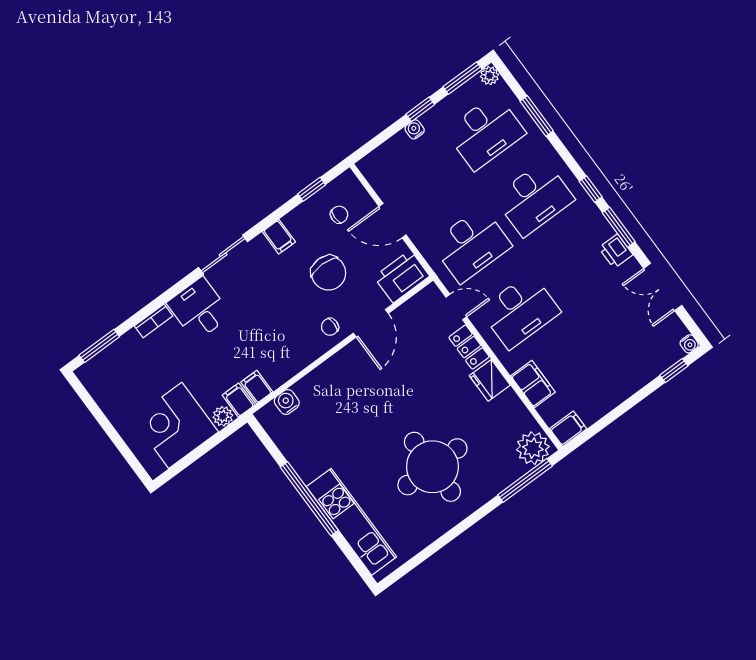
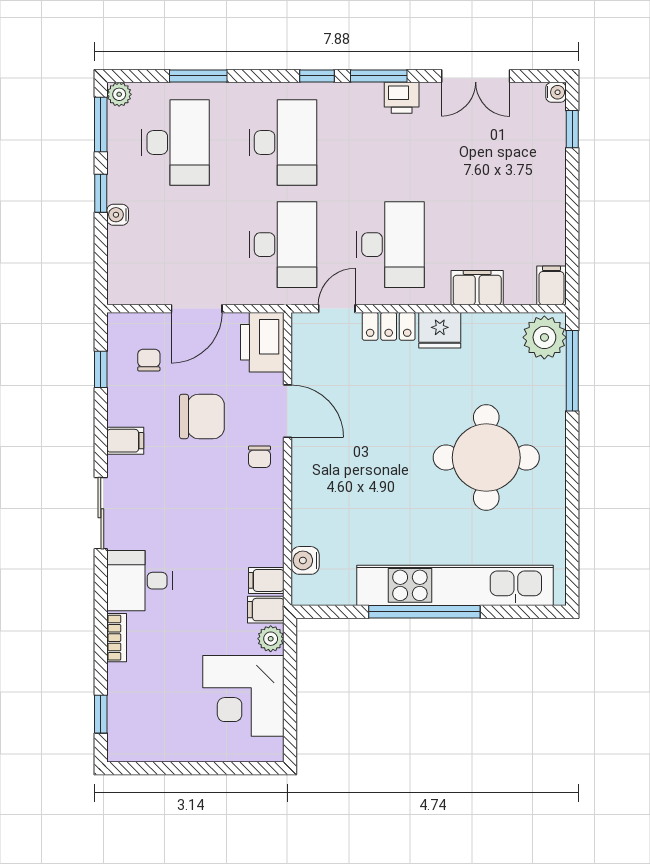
window: (99, 346) -> (101, 714), width x0.67
kitchen unit: (351, 522) -> (455, 585), width x1.36

